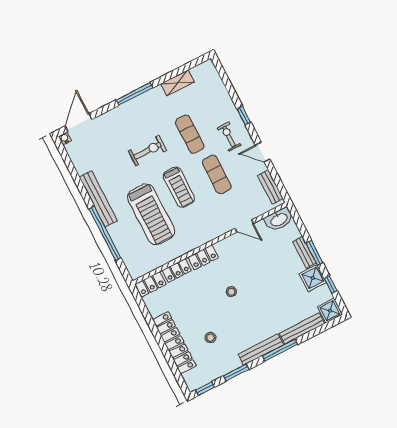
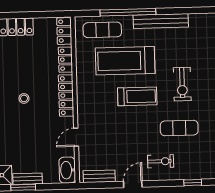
window: (244, 115) -> (193, 183), moved
exercise mat: (217, 174) -> (102, 30), moved
treadmill: (179, 187) -> (137, 96), turned 180
locker: (203, 257) -> (66, 96), width x1.53

